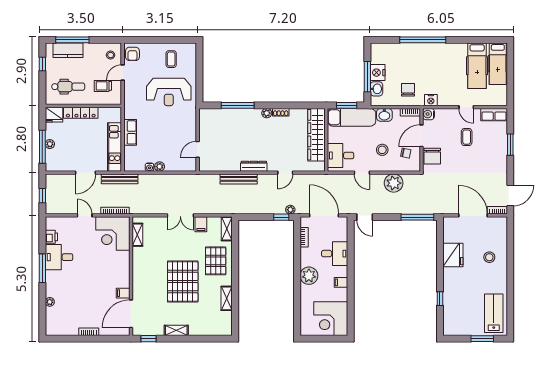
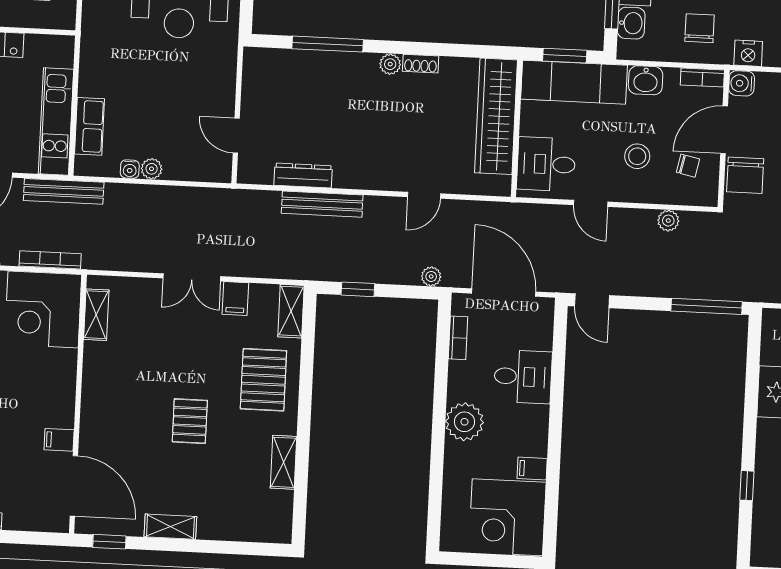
row of seats: (130, 132) -> (89, 126), moved
door: (198, 149) -> (236, 136), hinge flipped
dresser: (254, 166) -> (303, 176), moved
plant: (394, 183) -> (668, 221), width x0.53, depth x0.53
window: (281, 217) -> (358, 289), moved
pallet: (183, 282) -> (190, 421), width x0.49, depth x0.50
filing cabinet: (341, 282) -> (532, 469), moved
door: (131, 314) -> (74, 486), swing flipped

